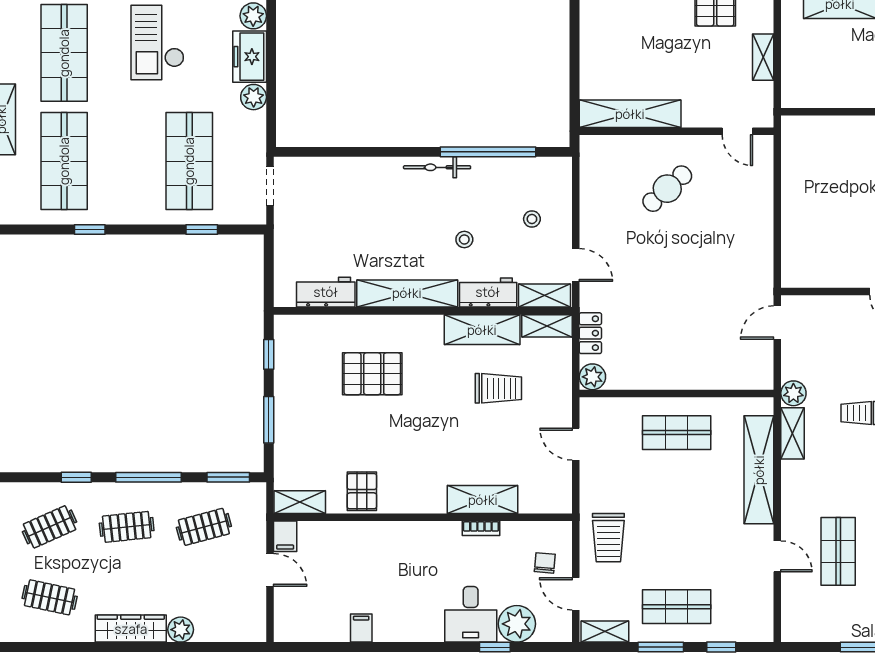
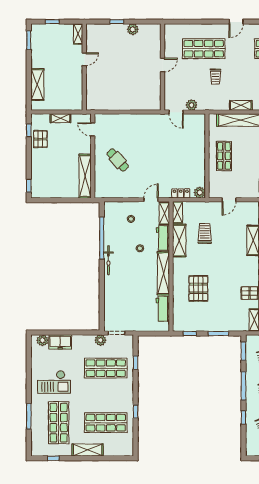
shop shelf: (64, 53) -> (59, 423), turned 90
plant: (254, 97) -> (100, 340), moved
door: (737, 131) -> (93, 129), swing flipped
plant: (793, 393) -> (191, 105), moved
shelving: (792, 433) -> (241, 105), moved

